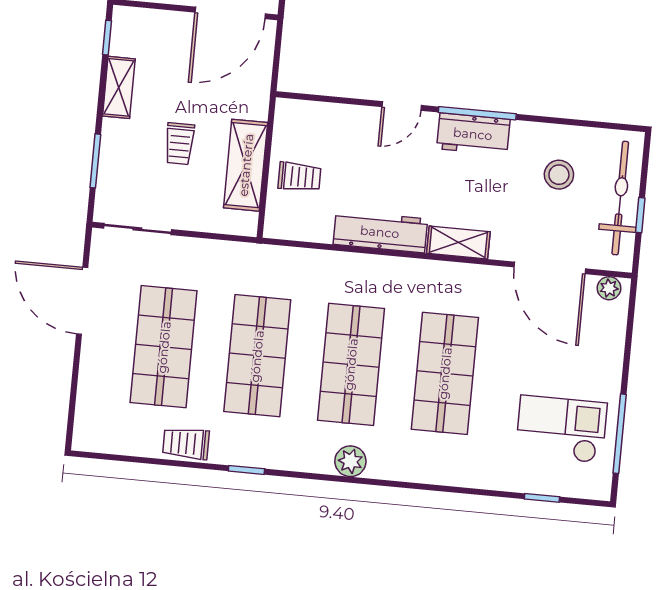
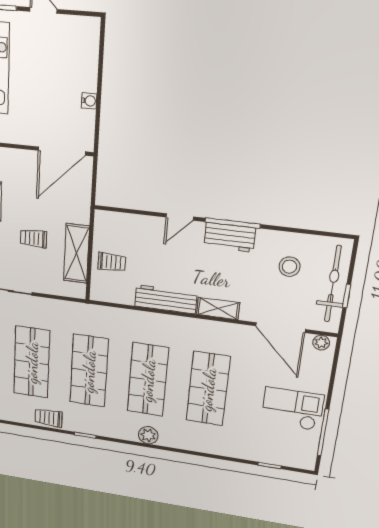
trolley: (180, 144) -> (34, 238), turned 90
checkout: (561, 429) -> (292, 409), moved

